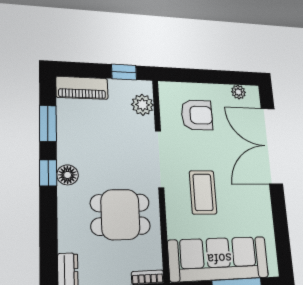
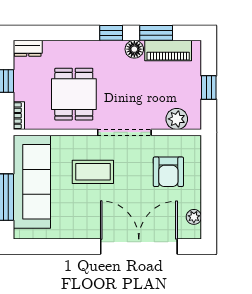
window: (124, 72) -> (209, 88), moved
piano: (82, 88) -> (168, 51), moved, turned -90
floor lamp: (68, 175) -> (134, 49), moved

